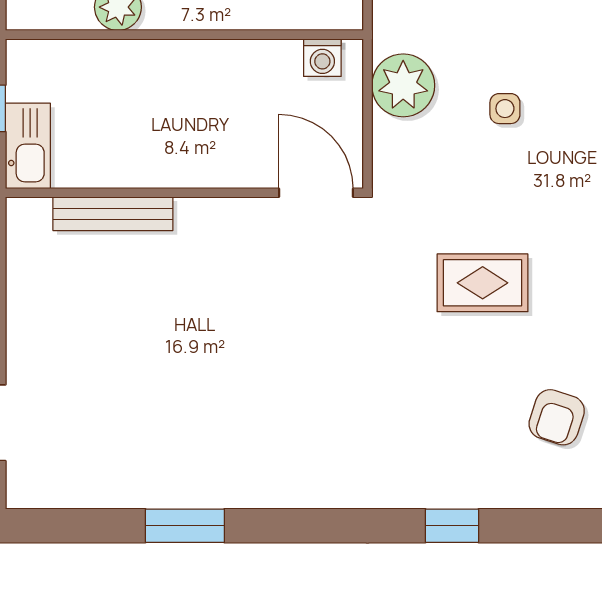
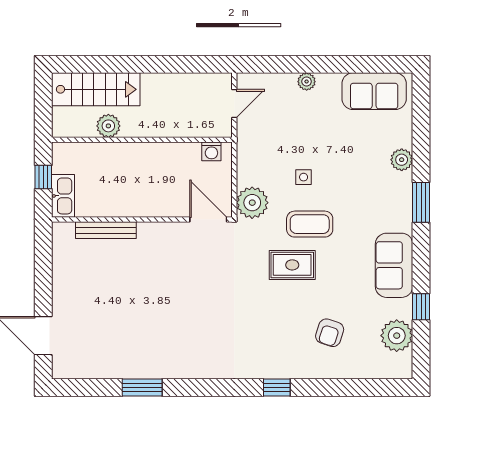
plant: (403, 85) -> (252, 203), moved
coffee table: (517, 202) -> (310, 224), added

